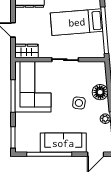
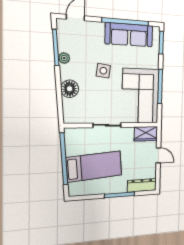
side table: (79, 103) -> (103, 71), moved
sofa: (63, 143) -> (129, 35), moved

